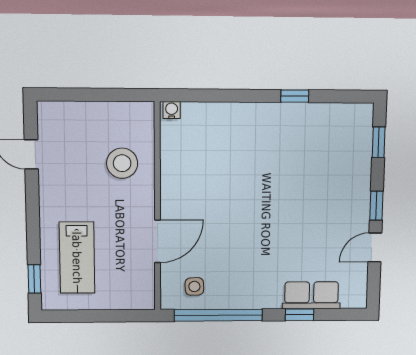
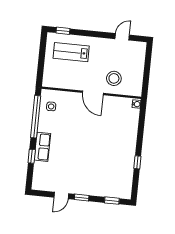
door: (157, 241) -> (93, 93), moved
door: (375, 247) -> (61, 195), swing flipped
row of seats: (311, 295) -> (42, 147), moved

